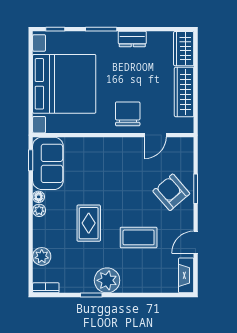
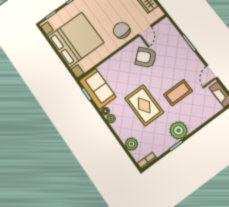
armchair: (171, 192) -> (146, 57), moved
rug: (89, 223) -> (144, 105), width x1.36, depth x1.43

